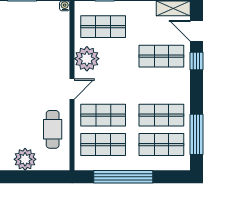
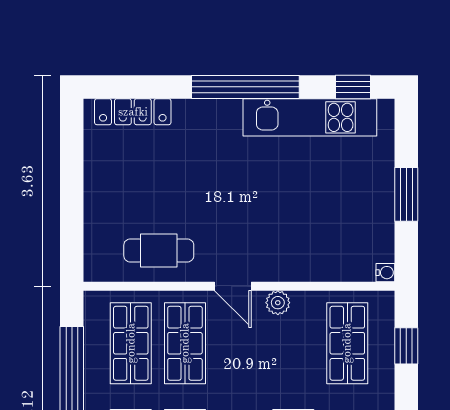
plant: (87, 59) -> (278, 303), width x0.53, depth x0.53
plant: (25, 159) -> (104, 200), removed

